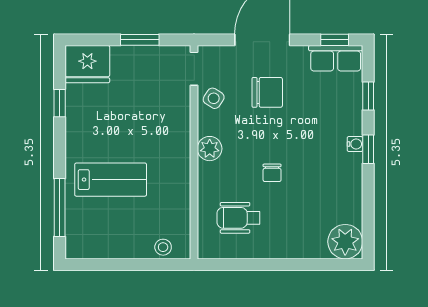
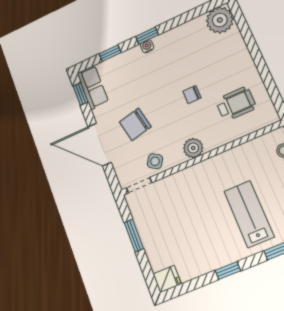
fridge: (87, 64) -> (167, 279), width x0.53, depth x0.75
chair: (267, 92) -> (135, 124), turned -102
window: (60, 103) -> (228, 271), moved
chair: (272, 173) -> (192, 95), turned 180
wheelchair: (238, 218) -> (236, 104), turned -90

